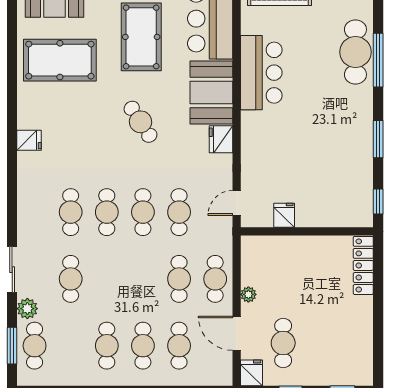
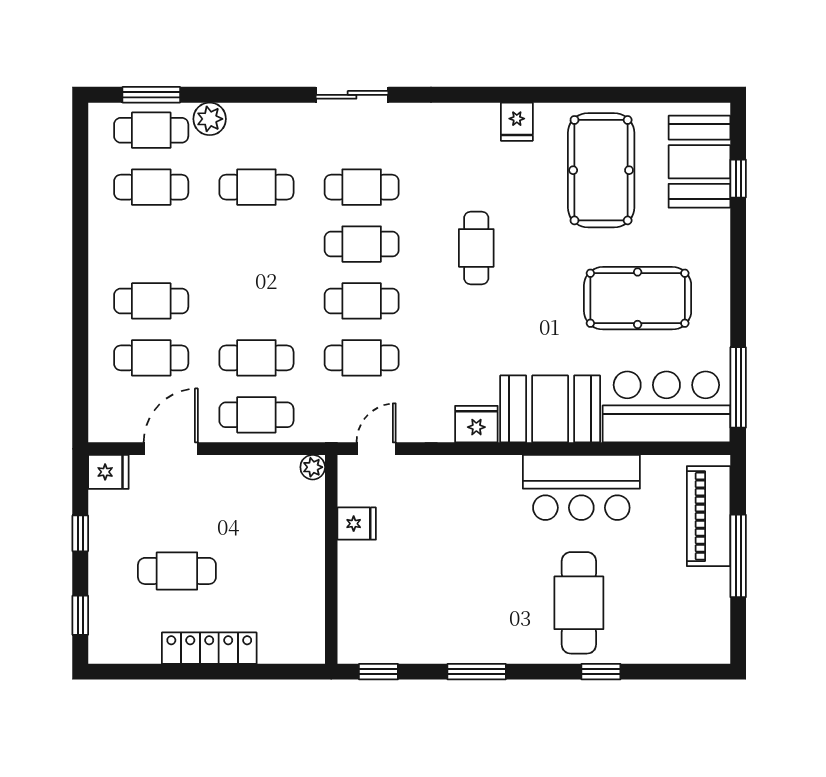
cafe table: (355, 52) -> (579, 603), moved, turned 90
window: (378, 60) -> (601, 672), width x0.46
cafe table: (140, 122) -> (476, 248), moved, turned -57
fridge: (29, 140) -> (517, 122), moved
door: (237, 203) -> (376, 449), hinge flipped
locker: (363, 265) -> (209, 648), moved
sliding door: (12, 270) -> (352, 95), moved
plant: (248, 294) -> (313, 467), moved
cafe table: (283, 343) -> (177, 571), moved
cafe table: (107, 346) -> (151, 187), moved

